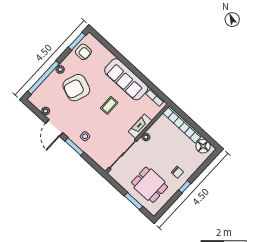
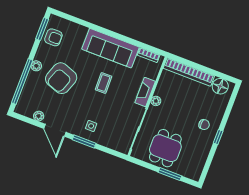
dining table: (150, 185) -> (165, 148), moved, turned 90

